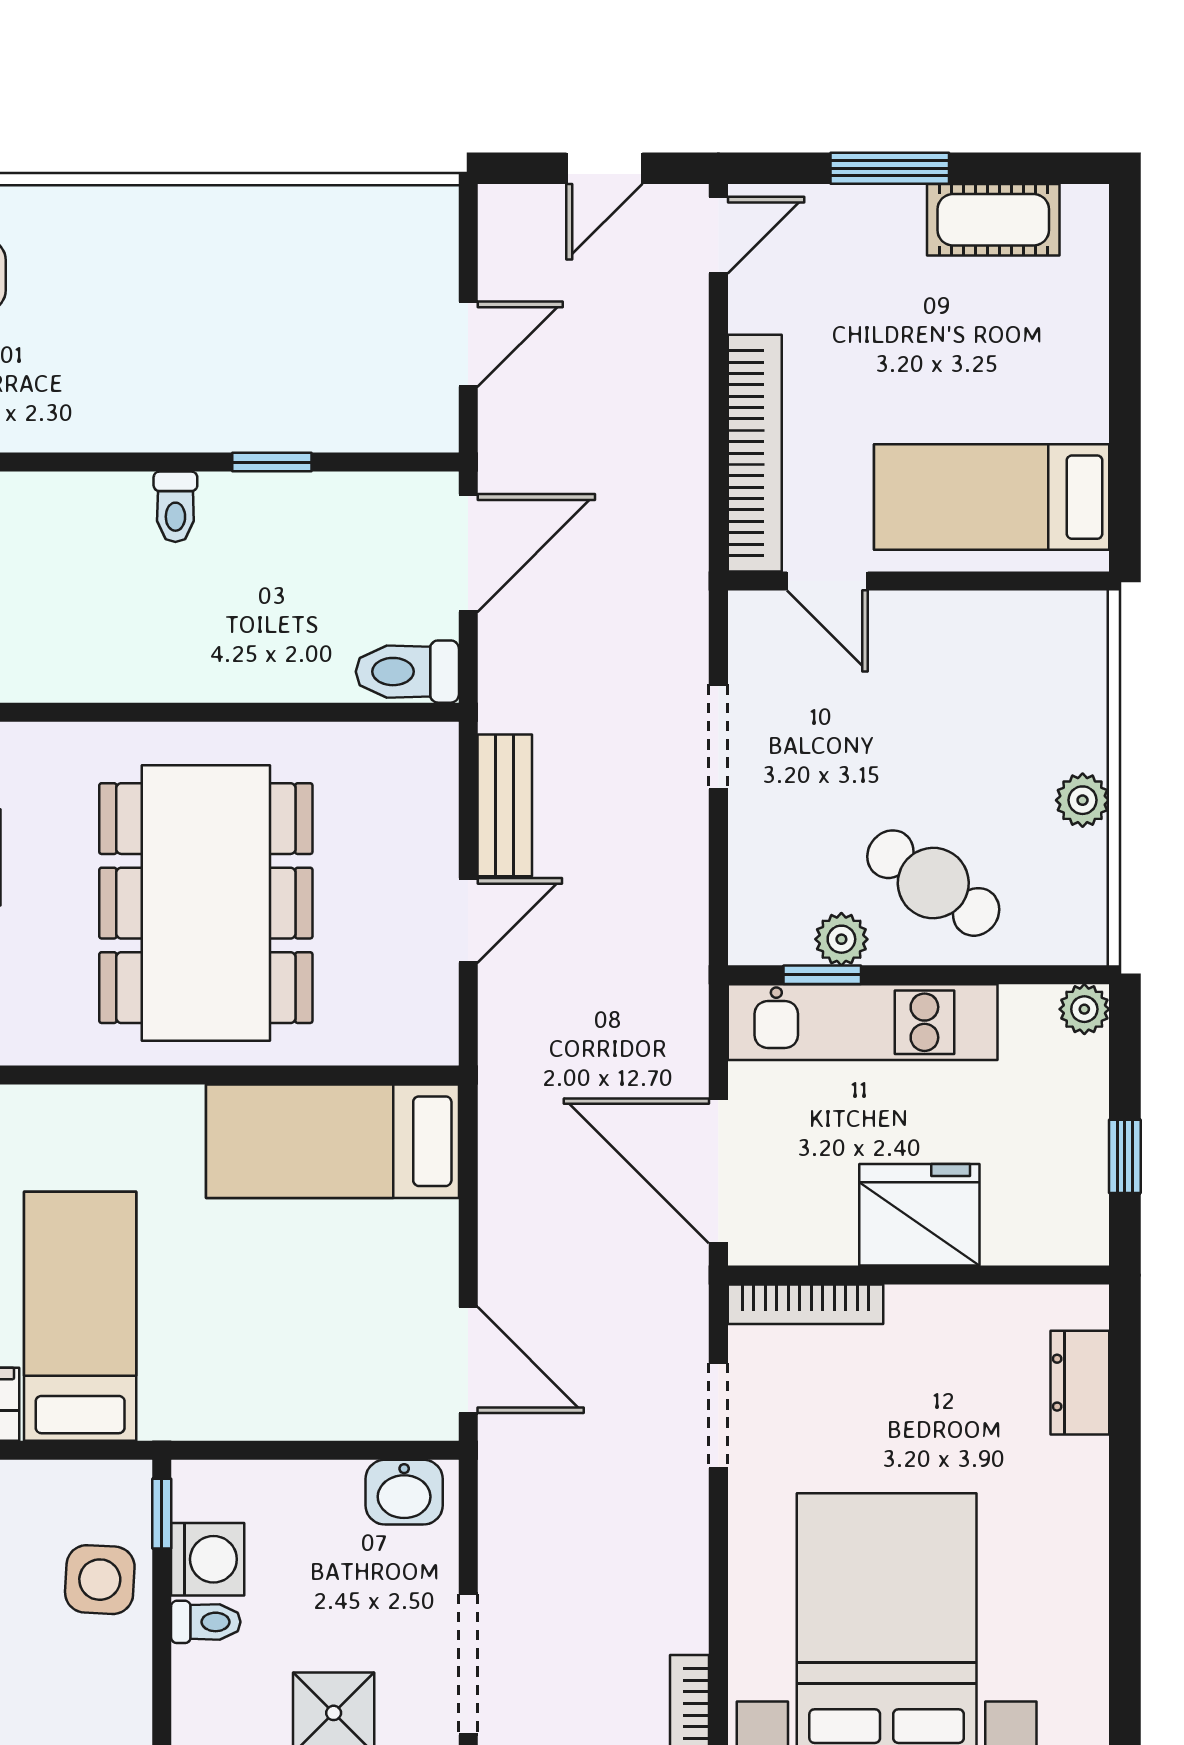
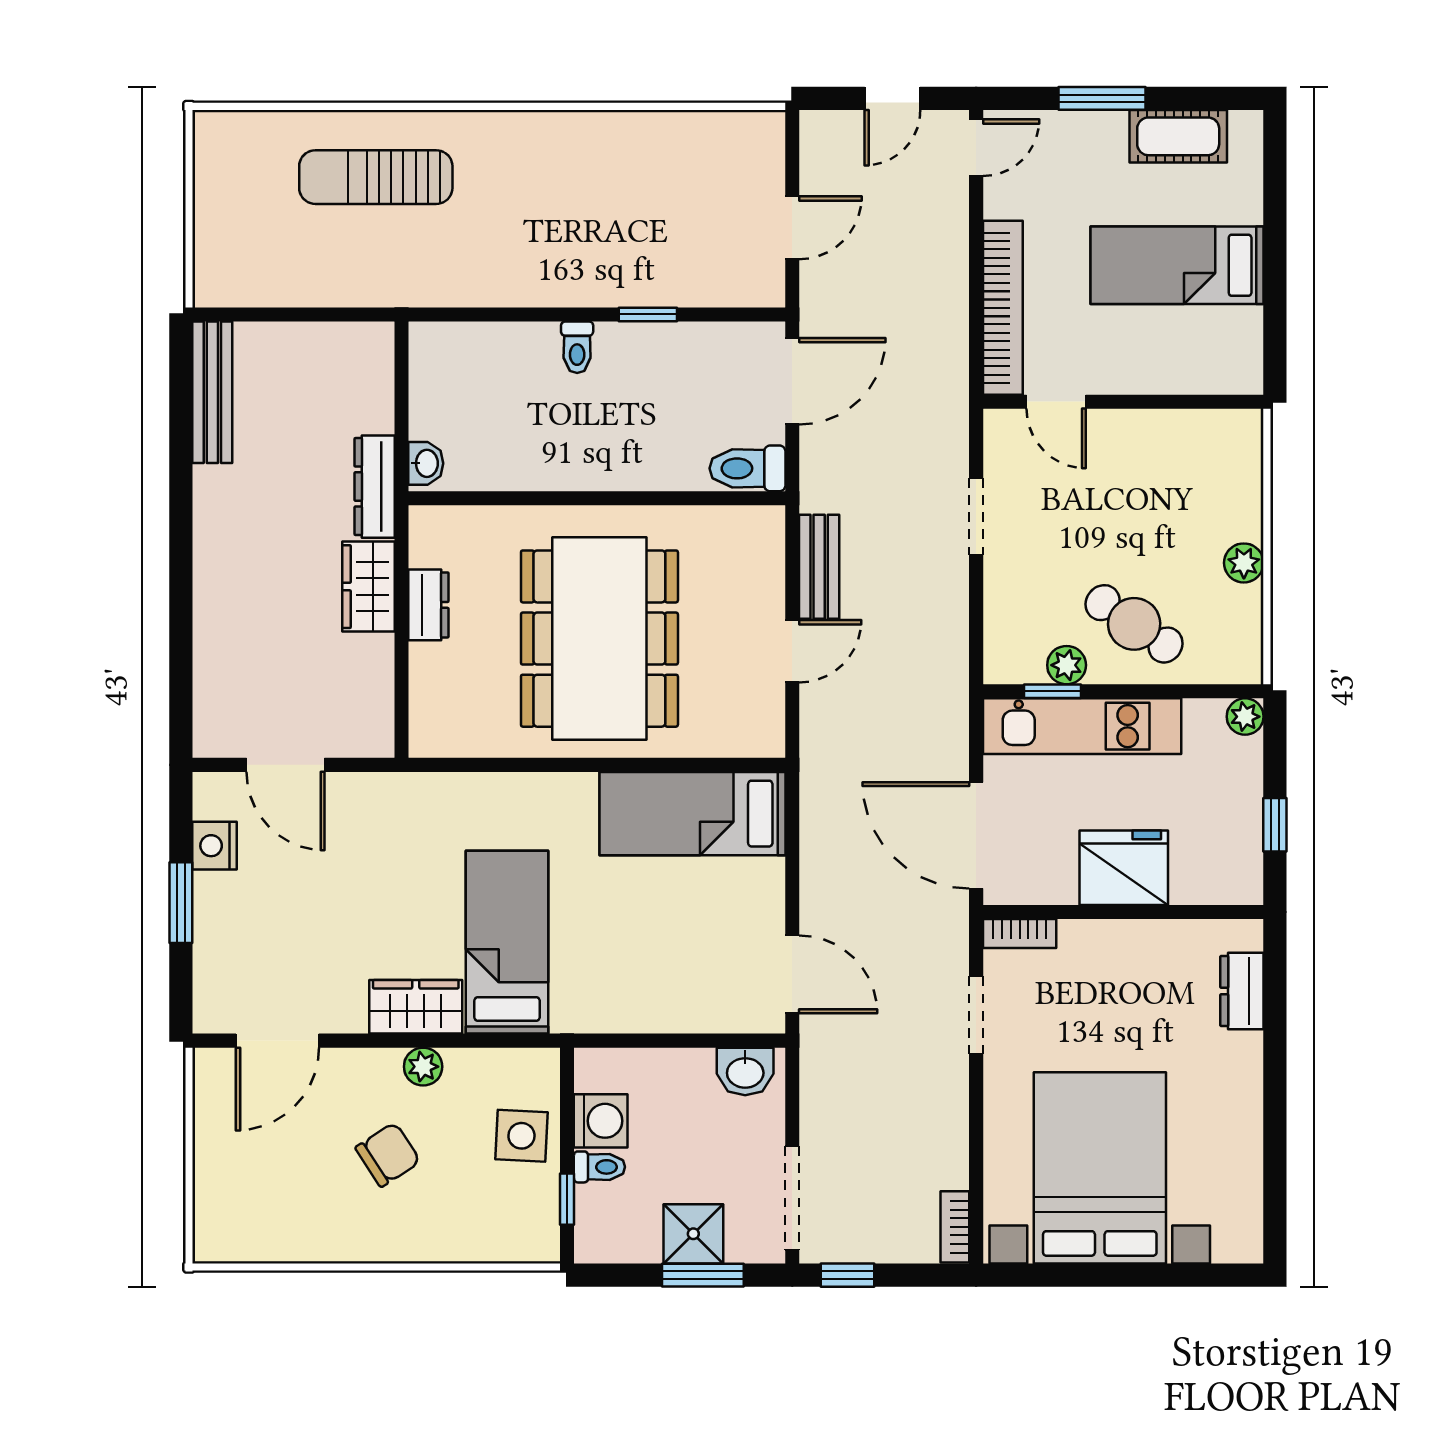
bed: (992, 497) -> (1177, 265), moved
bookcase: (805, 1304) -> (1020, 933), width x0.64
window: (162, 1514) -> (567, 1199), moved

